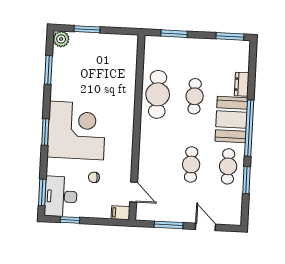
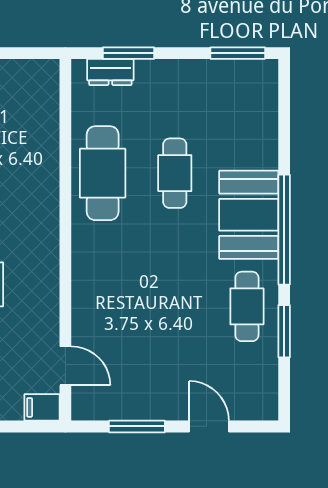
dresser: (242, 84) -> (110, 72), moved, turned -90
cafe table: (191, 164) -> (175, 306), removed

